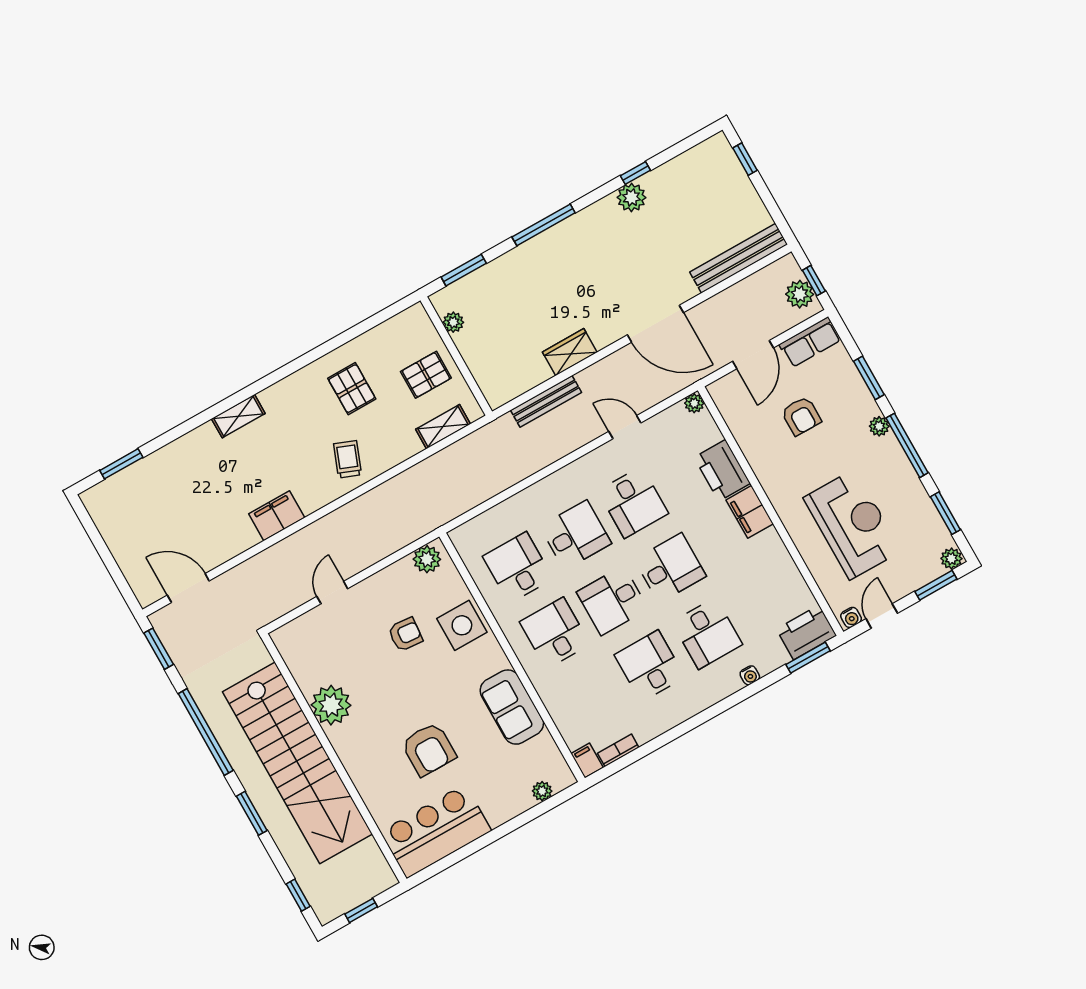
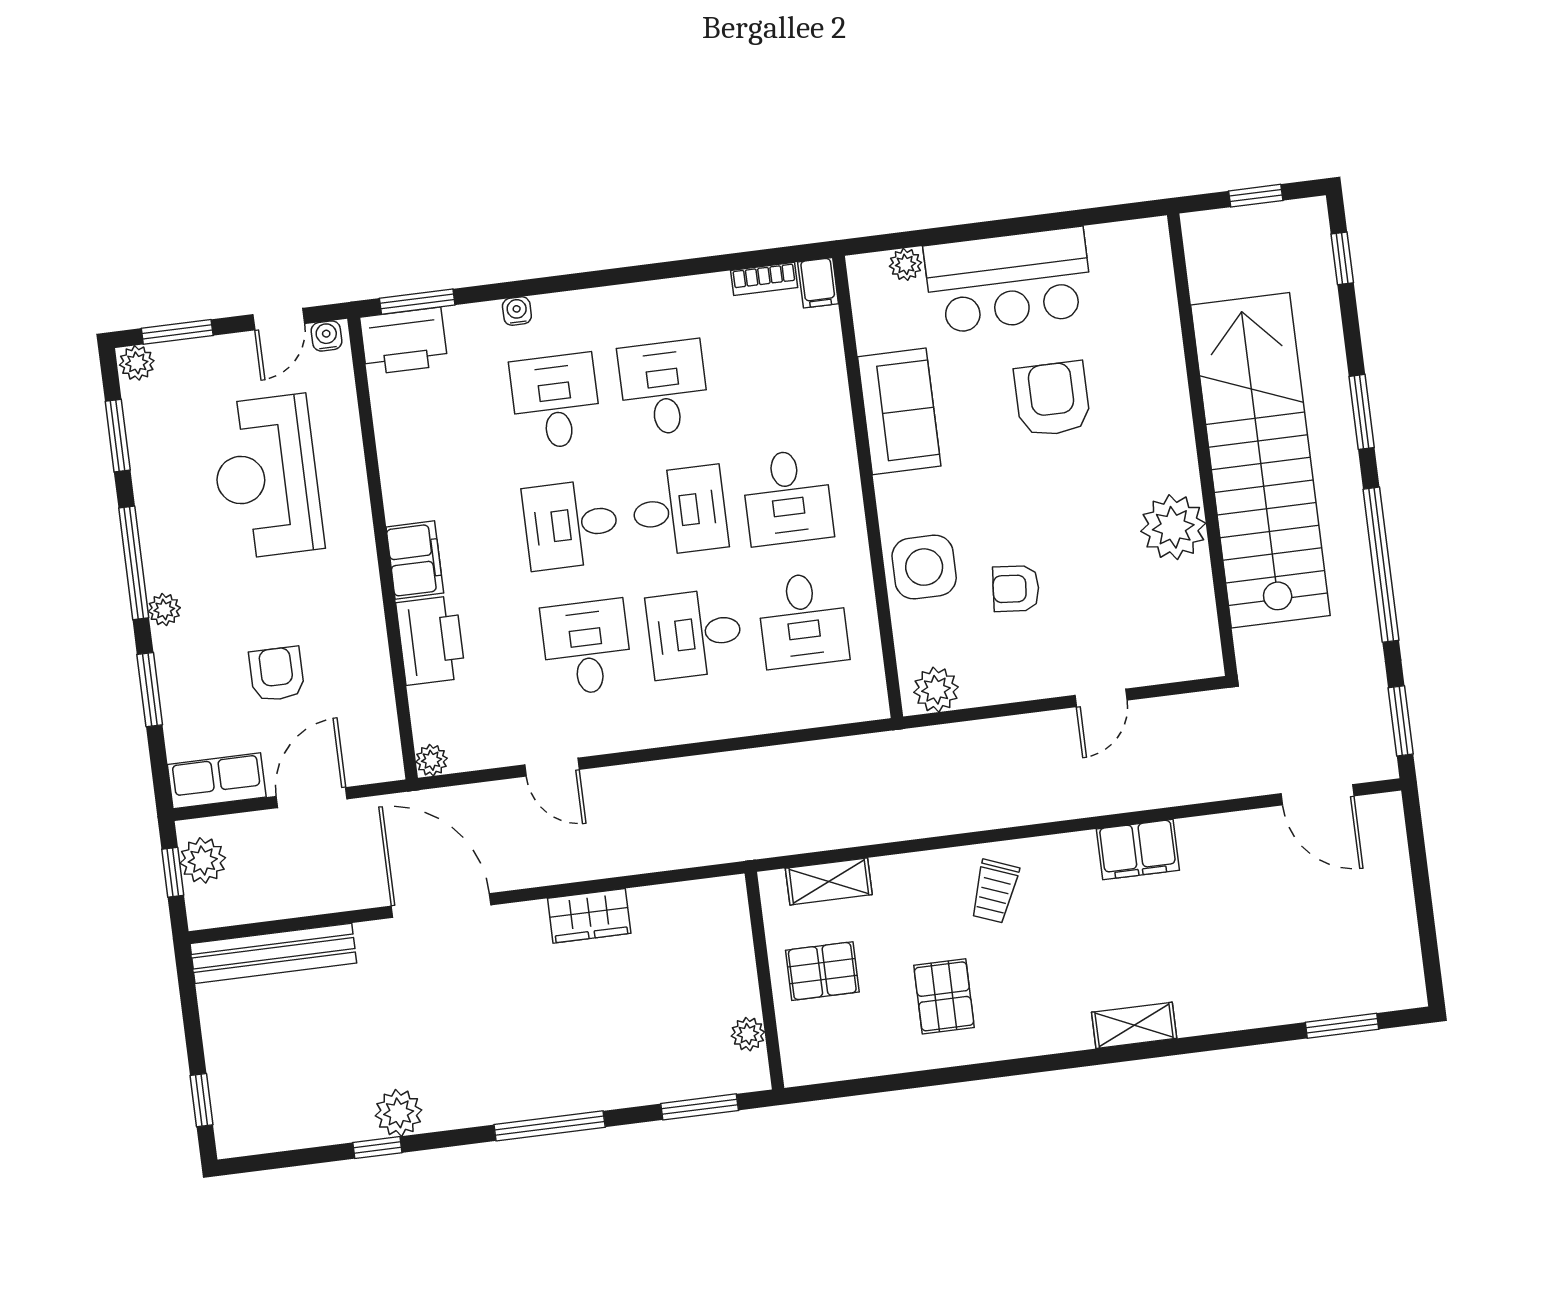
bench: (546, 401) -> (656, 856), removed
desk: (650, 666) -> (664, 388), turned 180
bar counter: (436, 831) -> (1008, 280), moved

